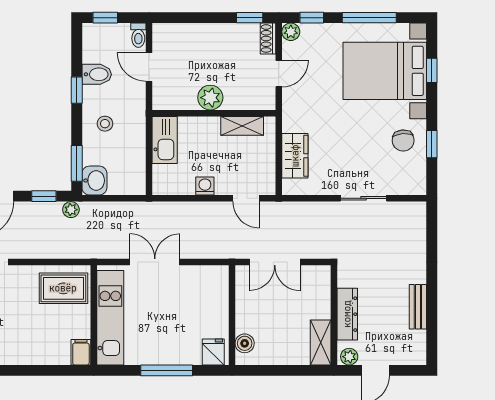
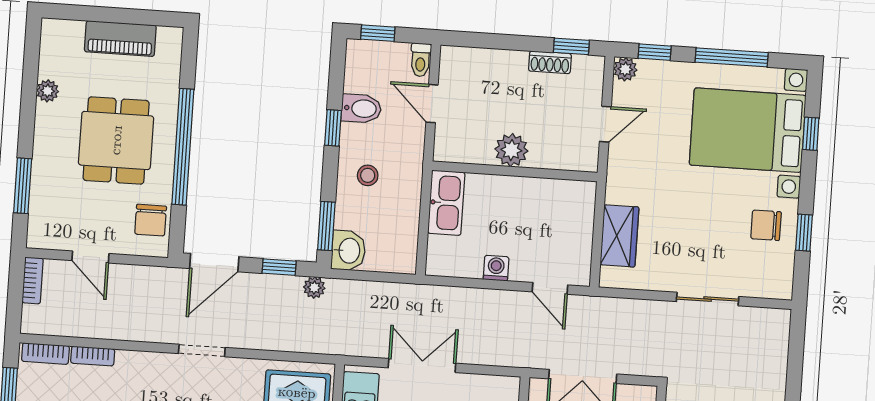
shoe rack: (268, 38) -> (550, 62), moved, turned -90
shelving: (242, 126) -> (551, 191), removed
chair: (403, 141) -> (766, 225), turned 95

